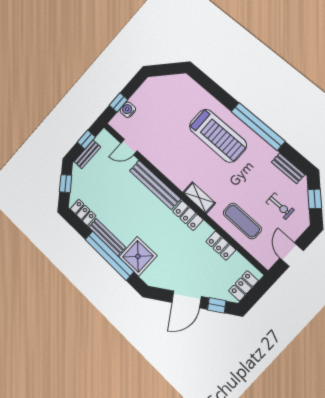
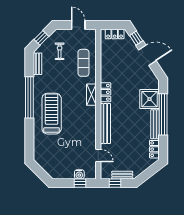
window: (66, 184) -> (148, 173), removed
locker: (221, 246) -> (105, 62), removed
door: (292, 254) -> (78, 25), swing flipped

